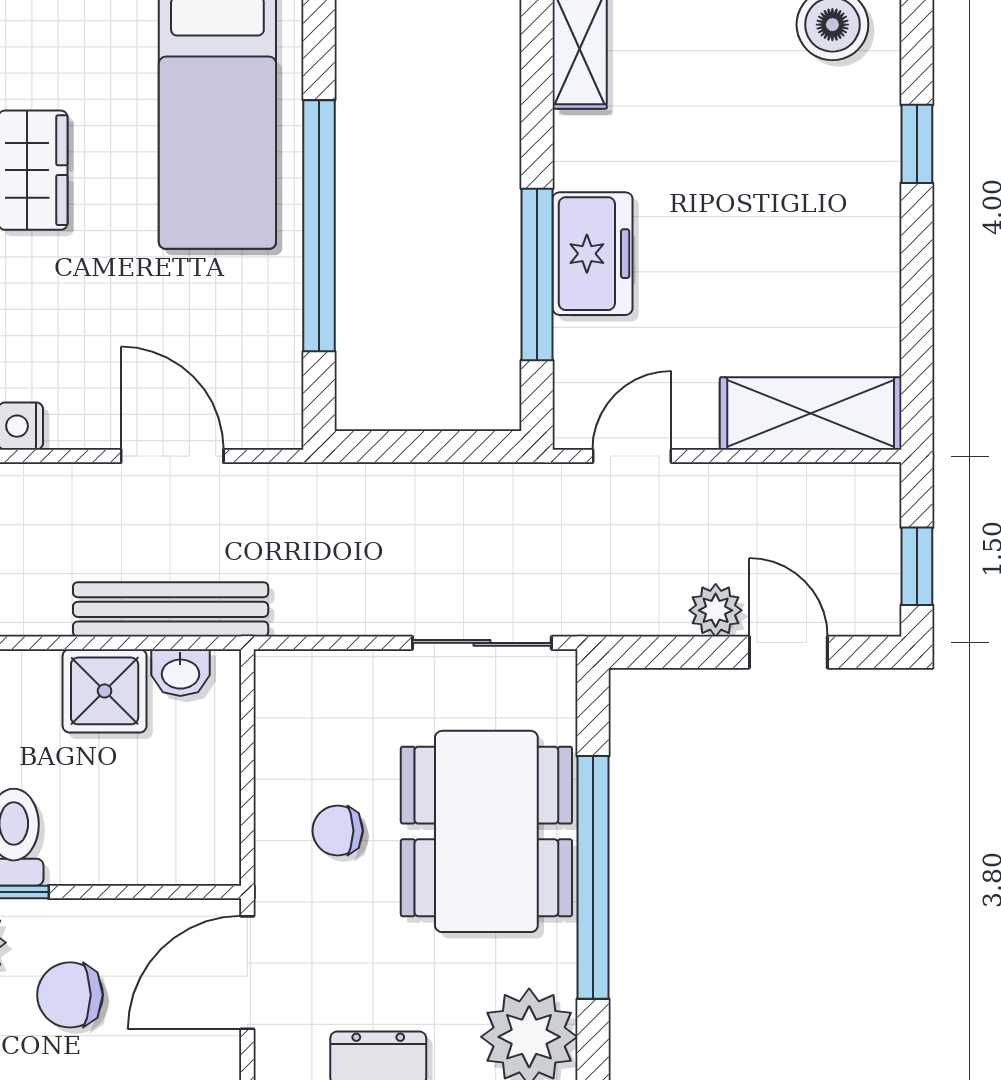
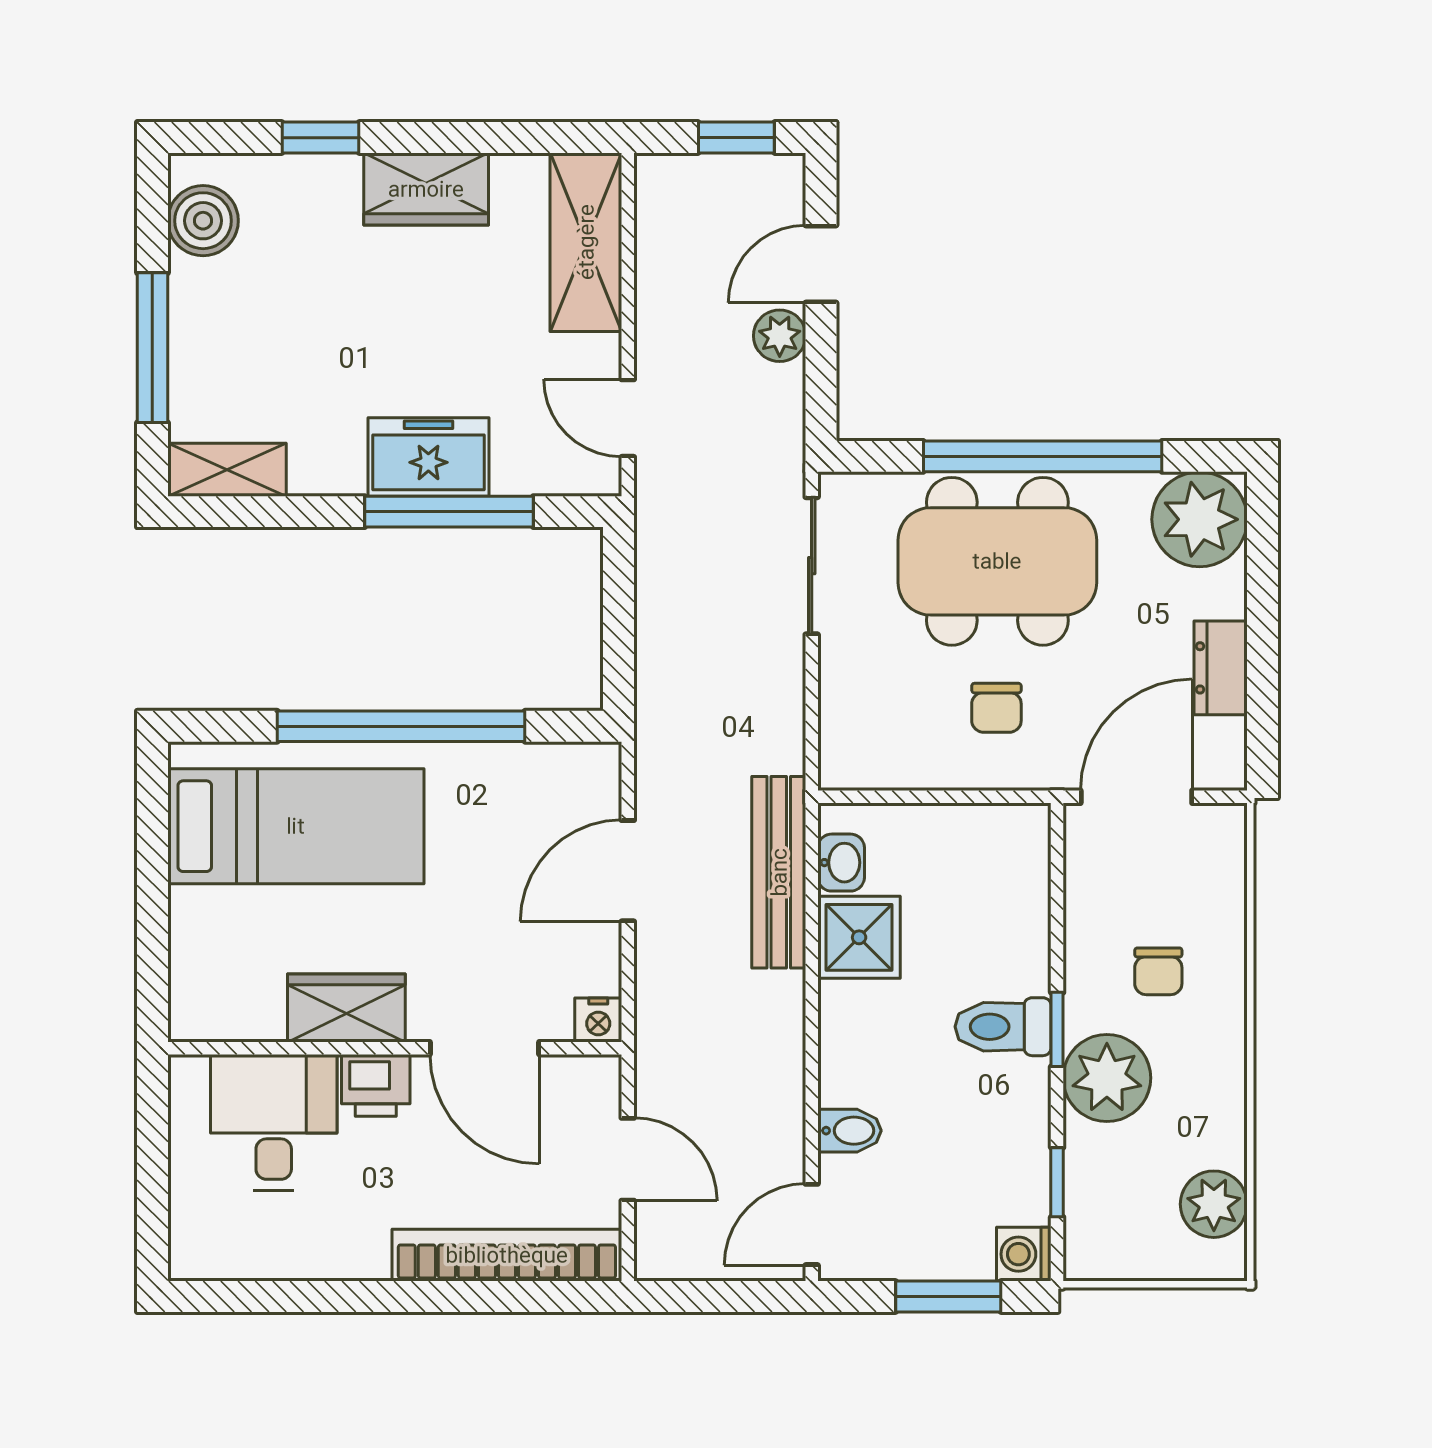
wardrobe: (865, 251) -> (426, 189), added
door: (247, 973) -> (1136, 797), swing flipped
chair: (70, 995) -> (1158, 971), width x0.73, depth x0.73

